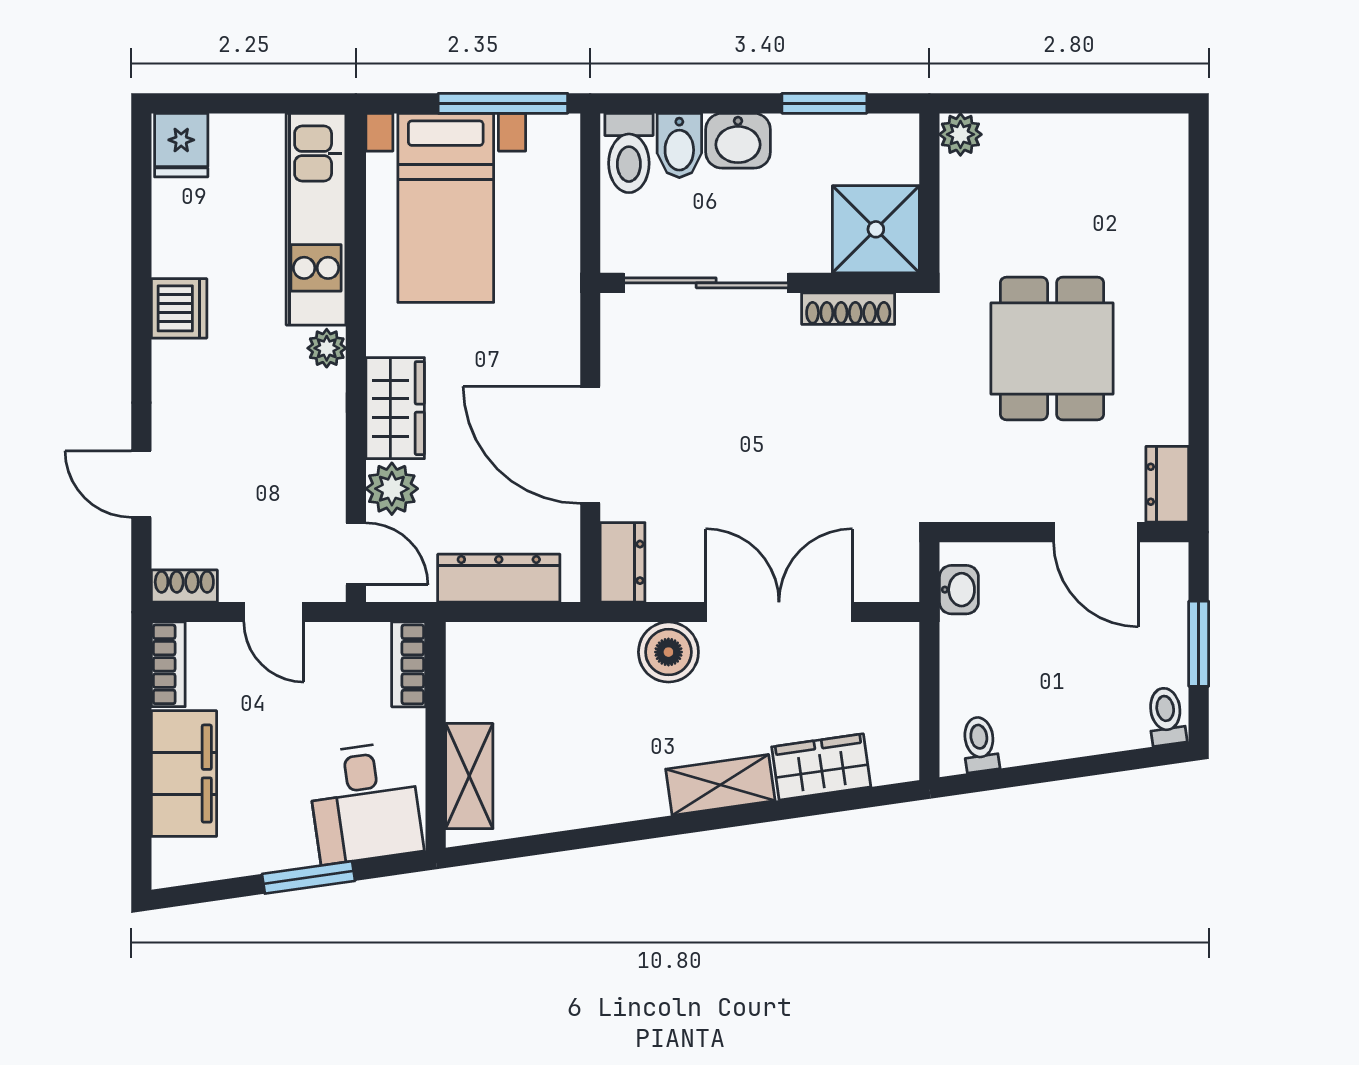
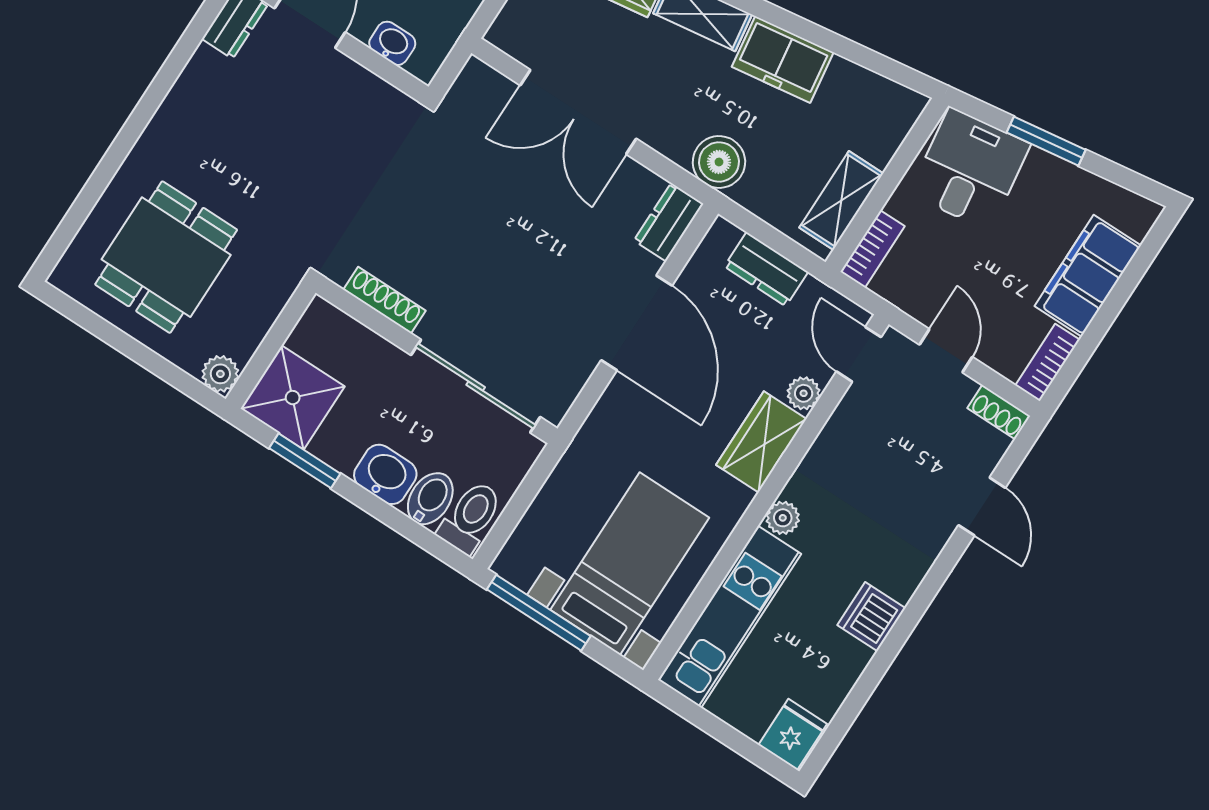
shower: (876, 229) -> (293, 398), moved
dining table: (1052, 349) -> (166, 257), moved
plant: (392, 489) -> (804, 393), width x0.73, depth x0.73
dresser: (499, 578) -> (766, 269), width x0.70
washbasin: (959, 590) -> (392, 43), moved, turned 90
boiler: (668, 652) -> (719, 162), moved
shelving: (469, 776) -> (841, 200), moved
freezer: (614, 791) -> (783, 60), added

